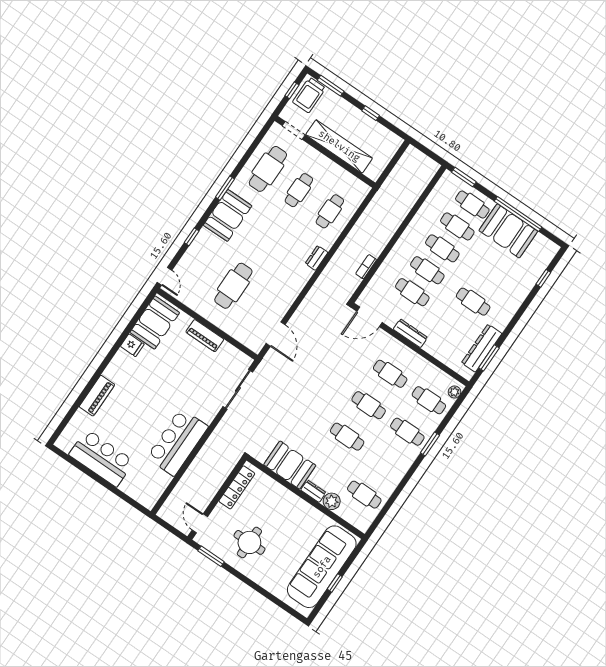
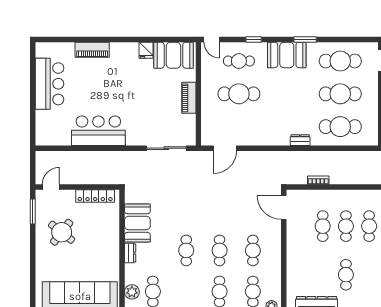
cafe table: (299, 190) -> (340, 94), width x1.37, depth x1.35
cafe table: (330, 211) -> (340, 127), width x1.37, depth x1.35
cafe table: (202, 265) -> (239, 61), added
door: (165, 276) -> (212, 39), hinge flipped
dresser: (410, 333) -> (292, 245), removed
plant: (332, 501) -> (132, 292), moved
round table: (249, 542) -> (62, 232), turned 38

